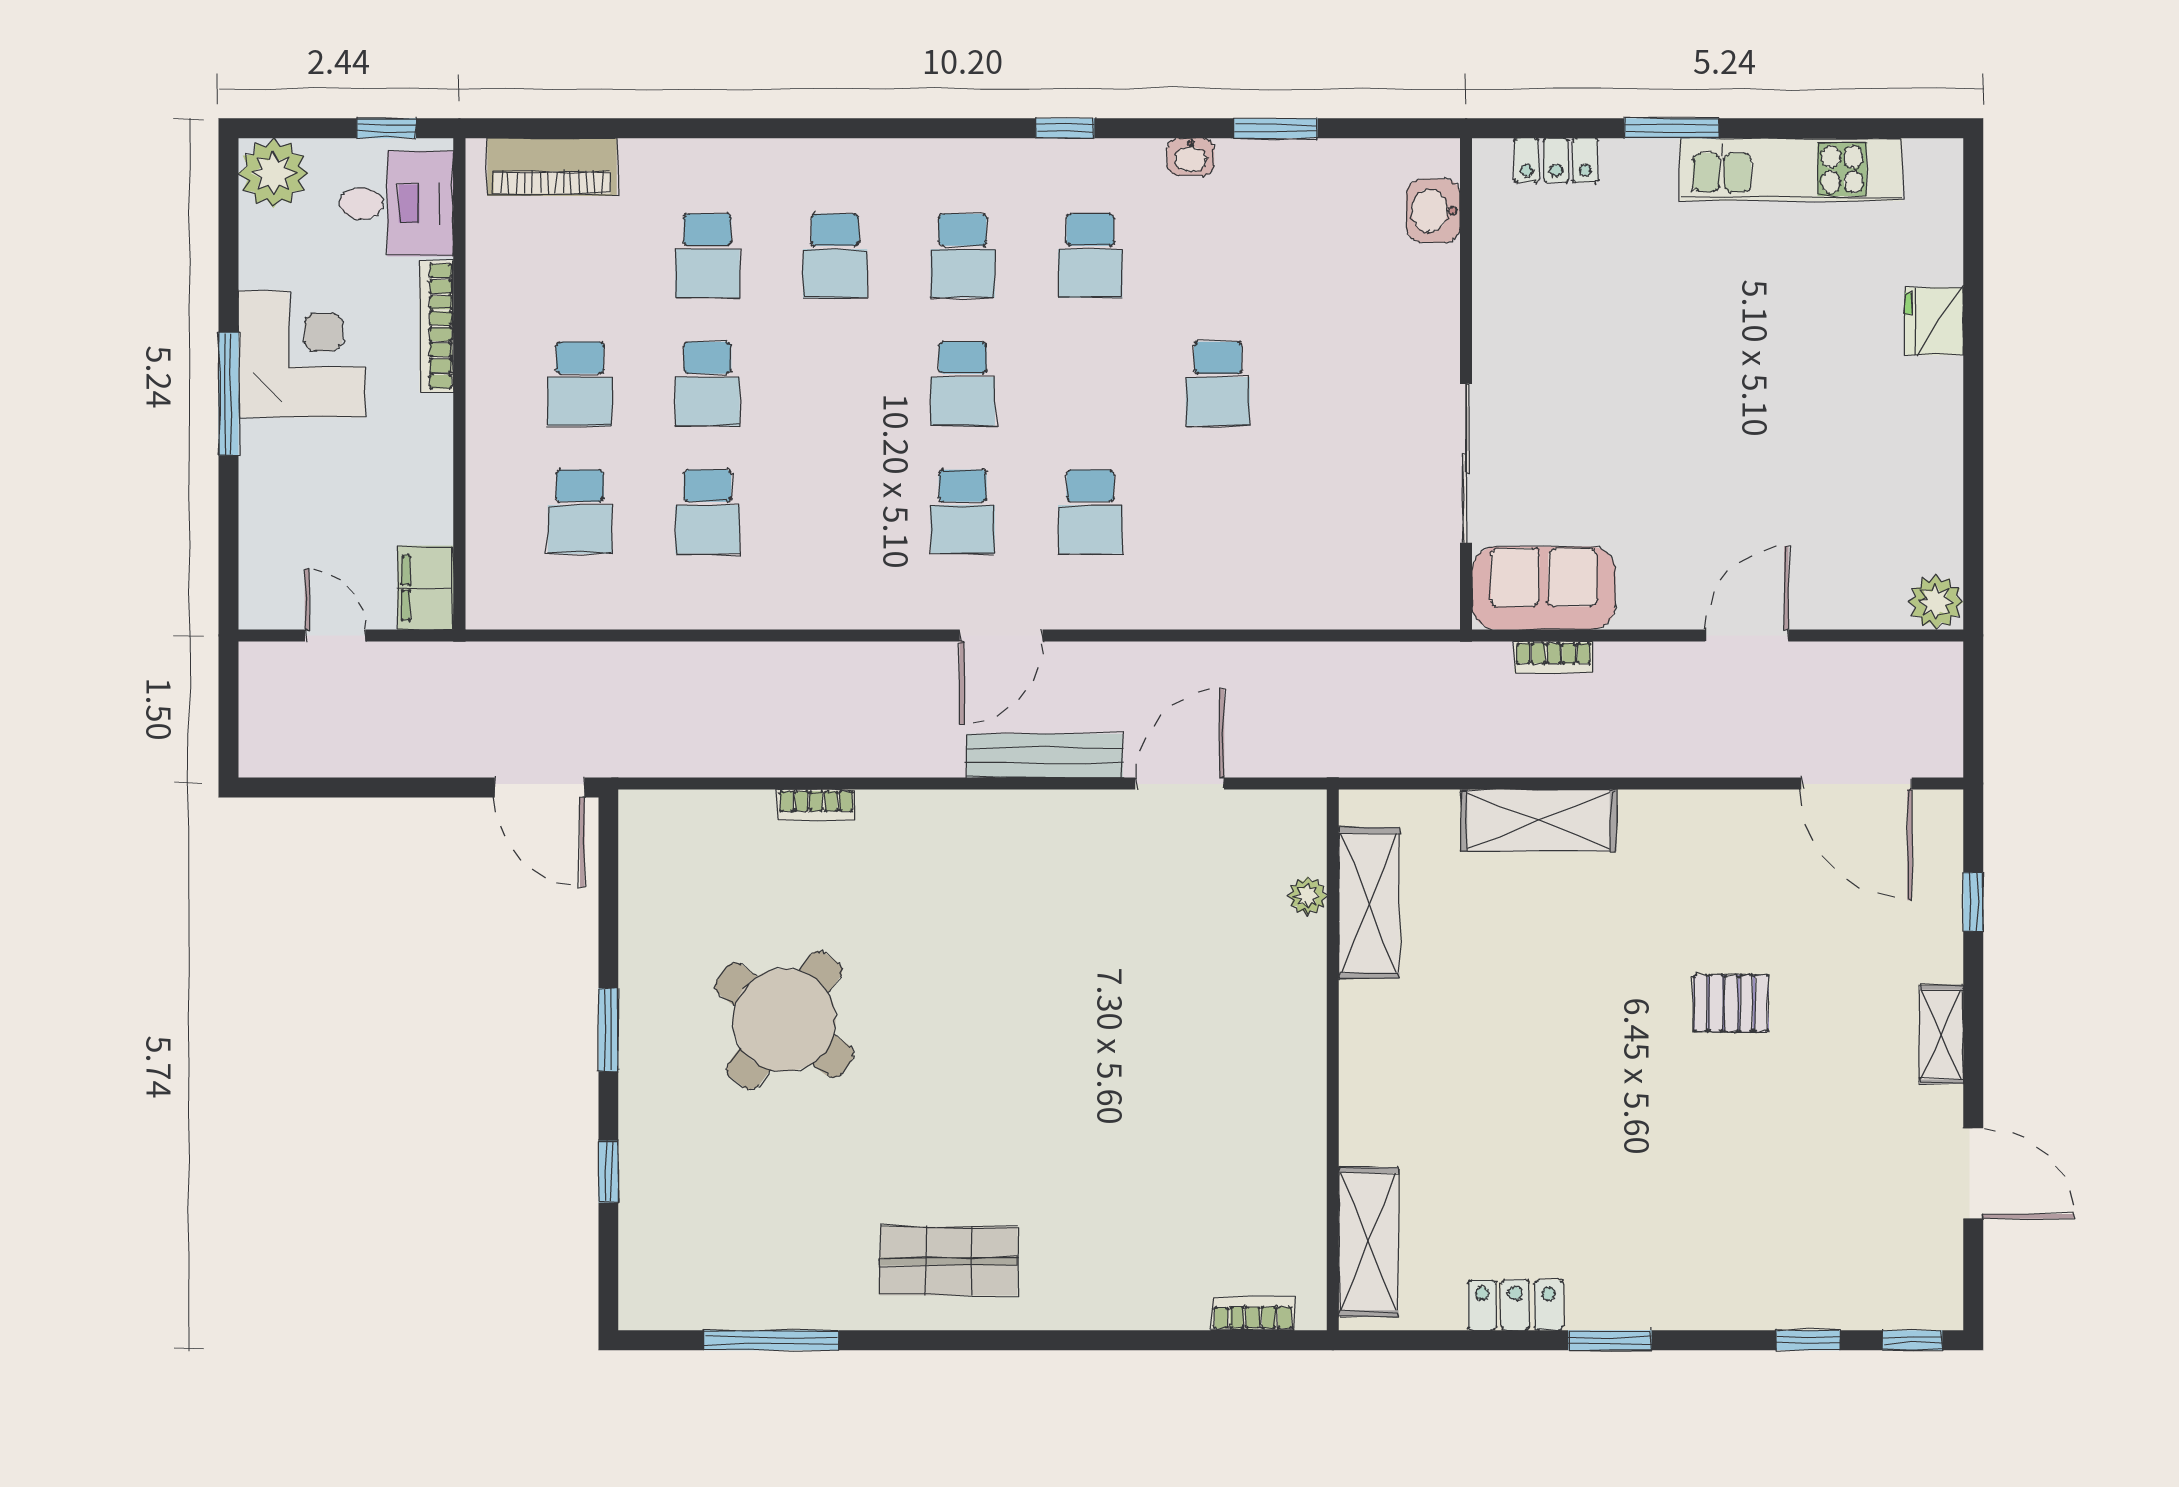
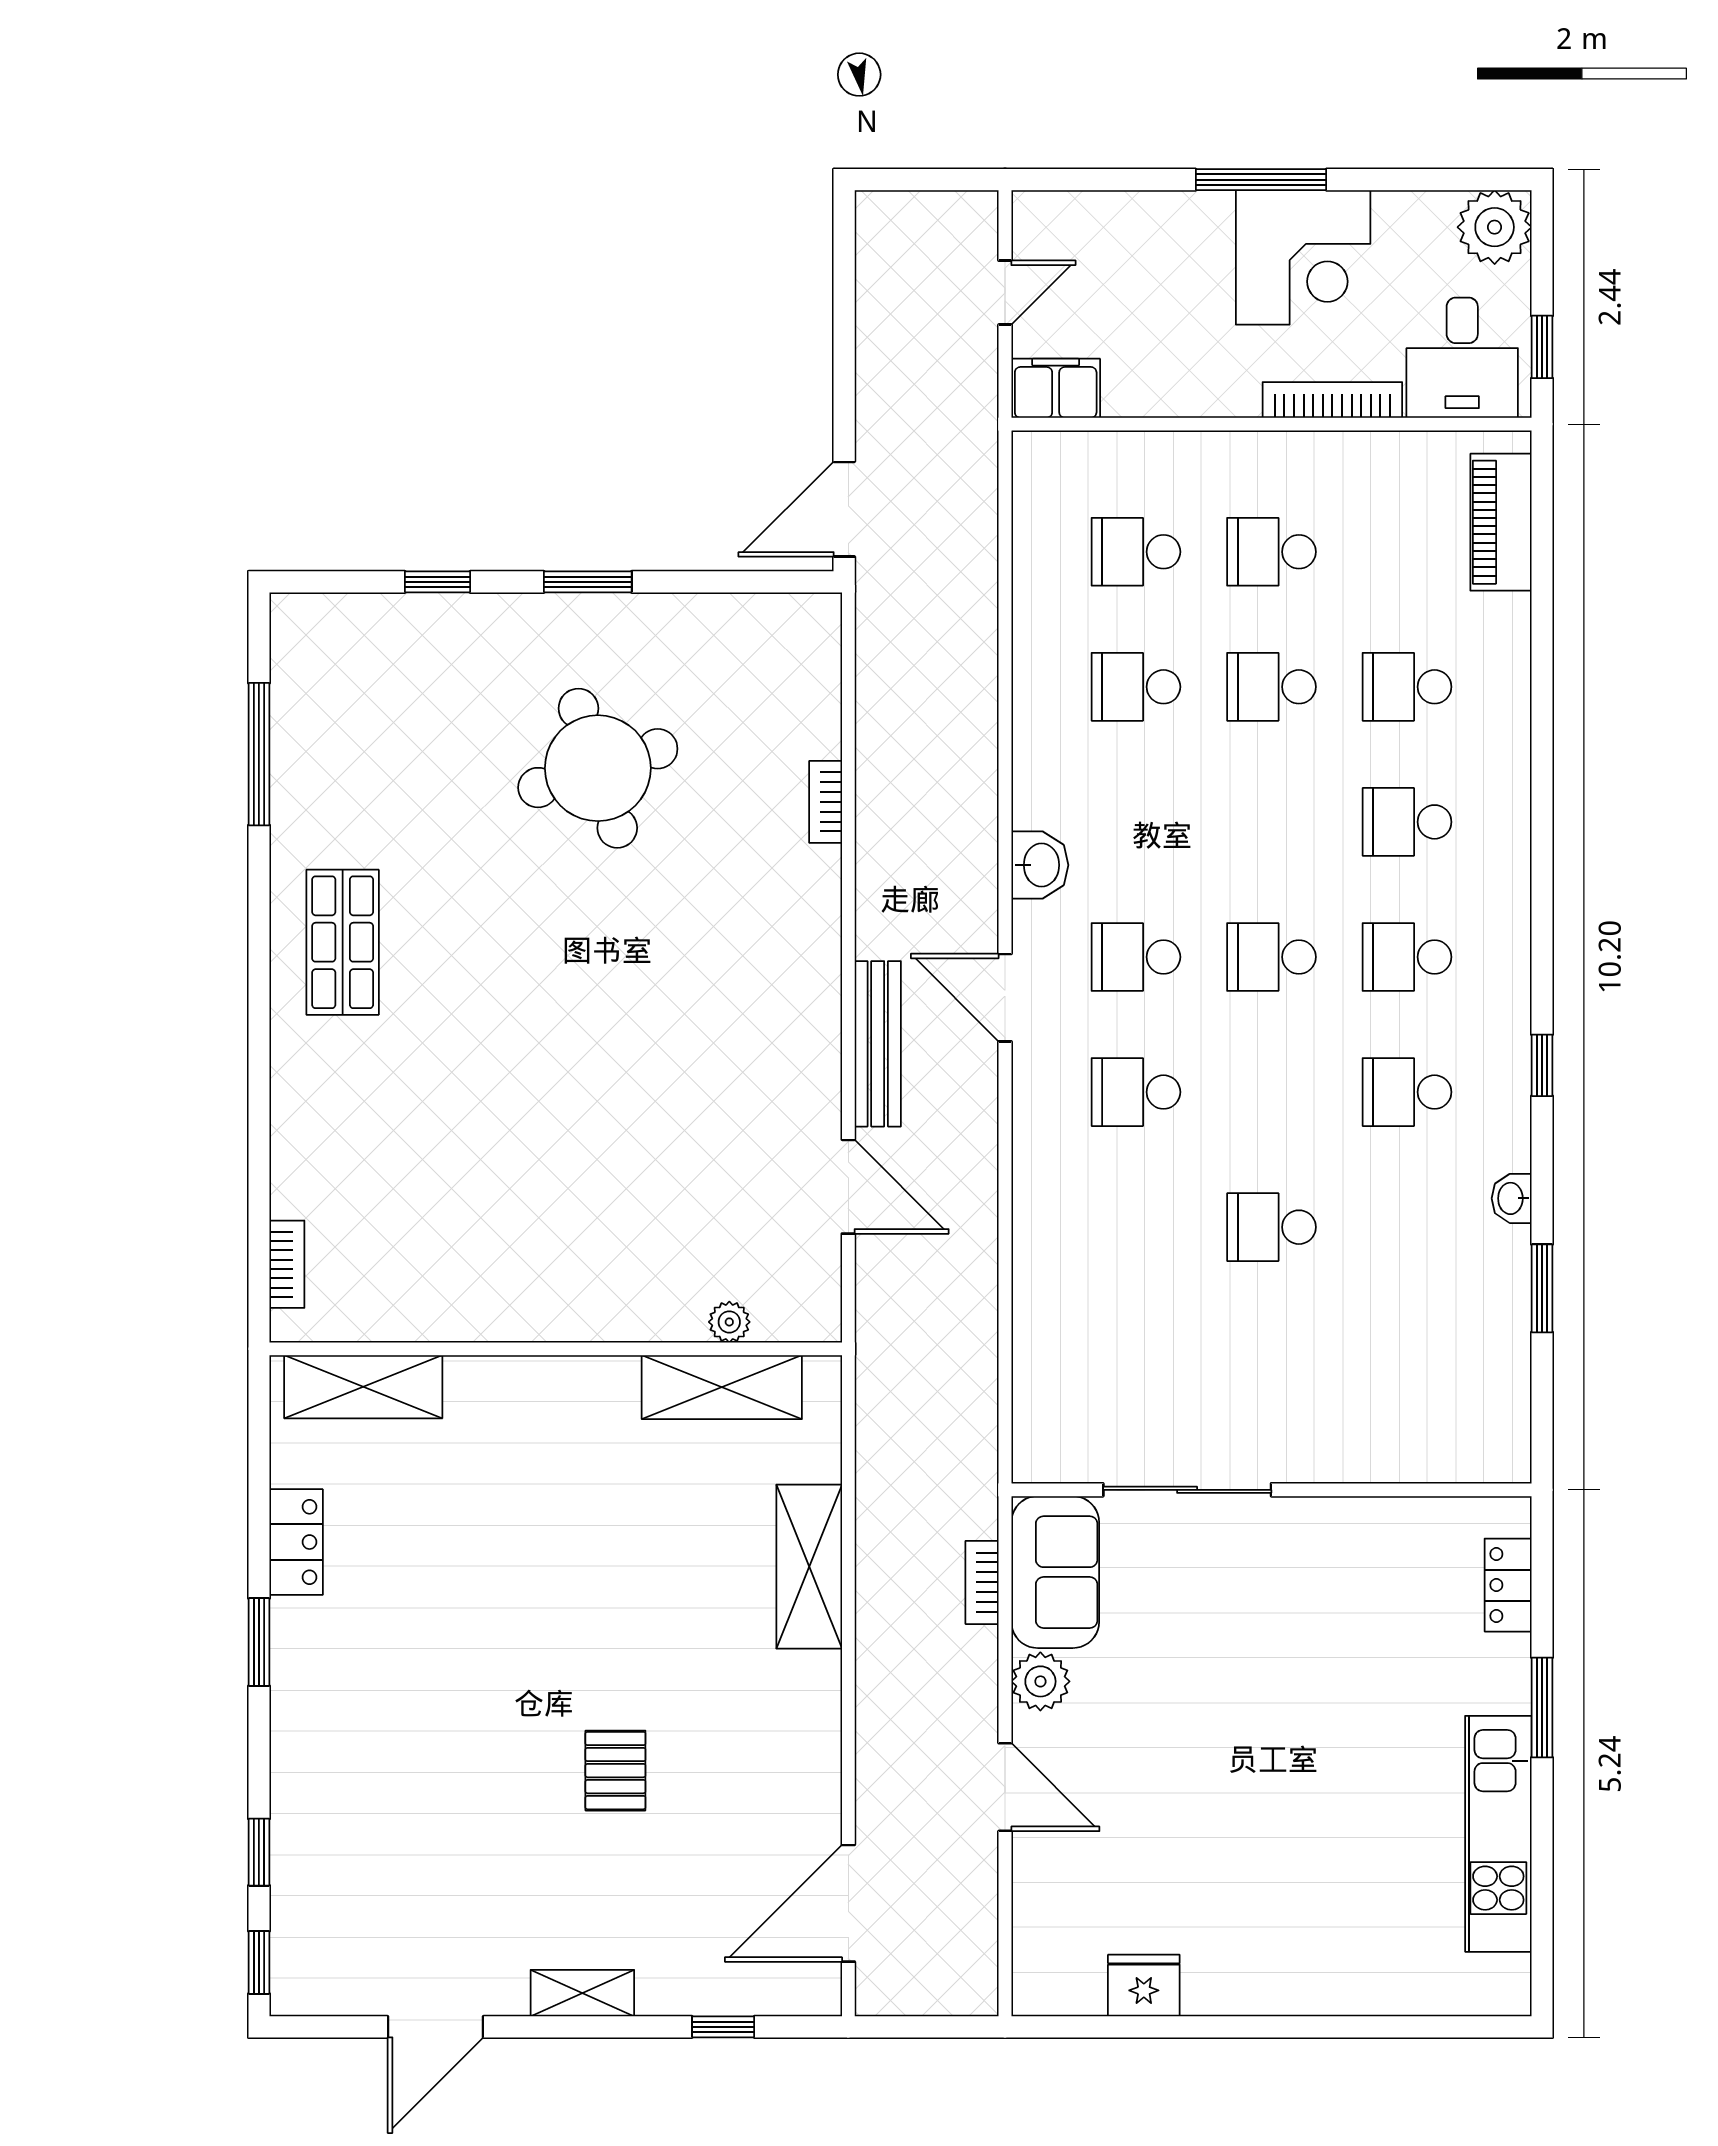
washbasin: (1433, 211) -> (1040, 865), moved, turned 90
fridge: (1934, 321) -> (1144, 1986), moved
plant: (1936, 602) -> (1040, 1681), moved
round table: (784, 1020) -> (598, 768), turned 35

